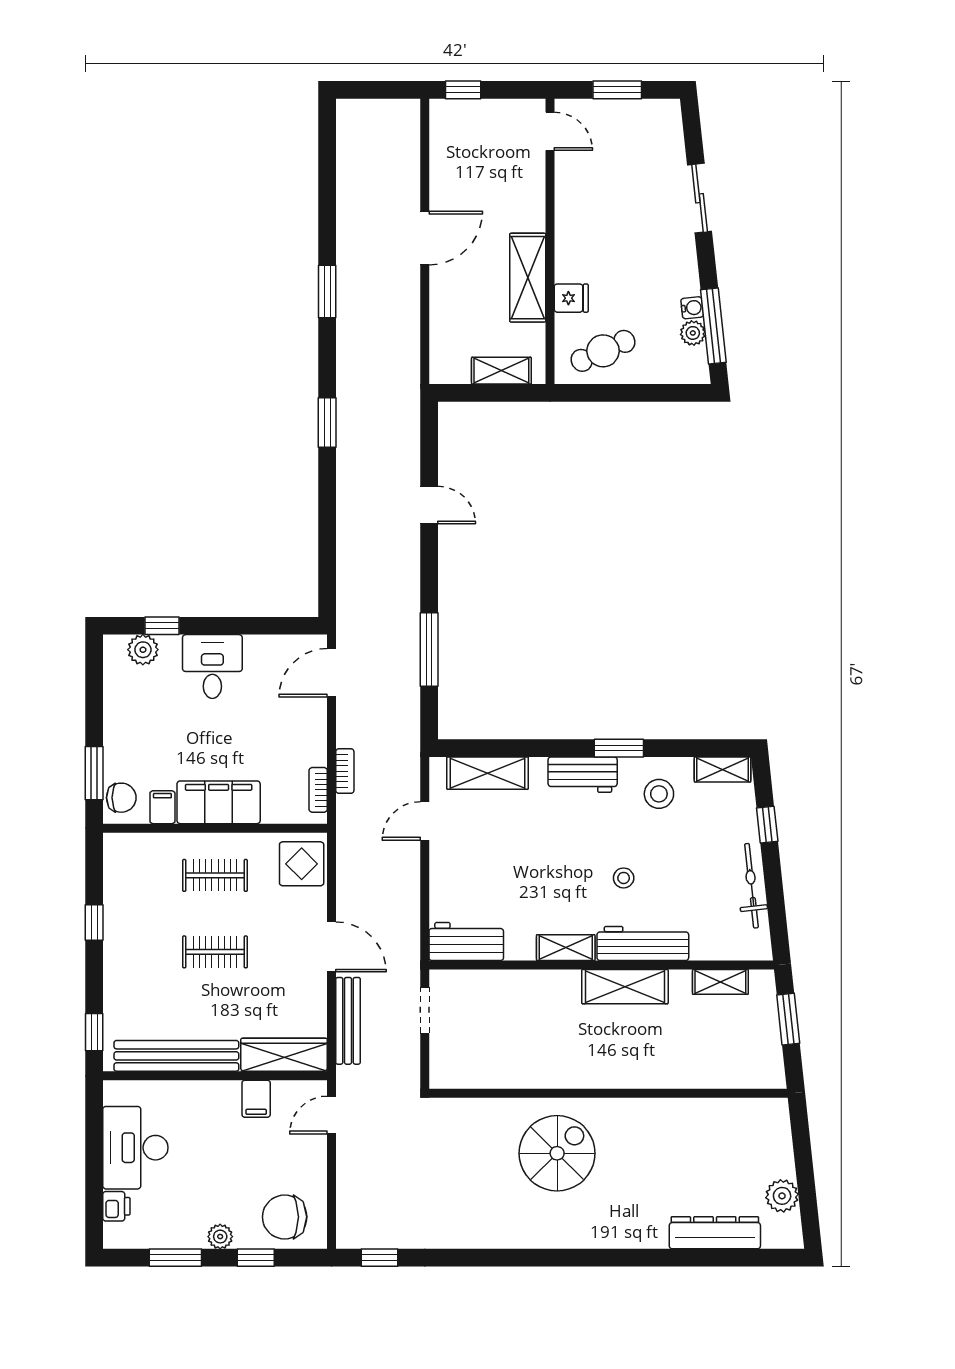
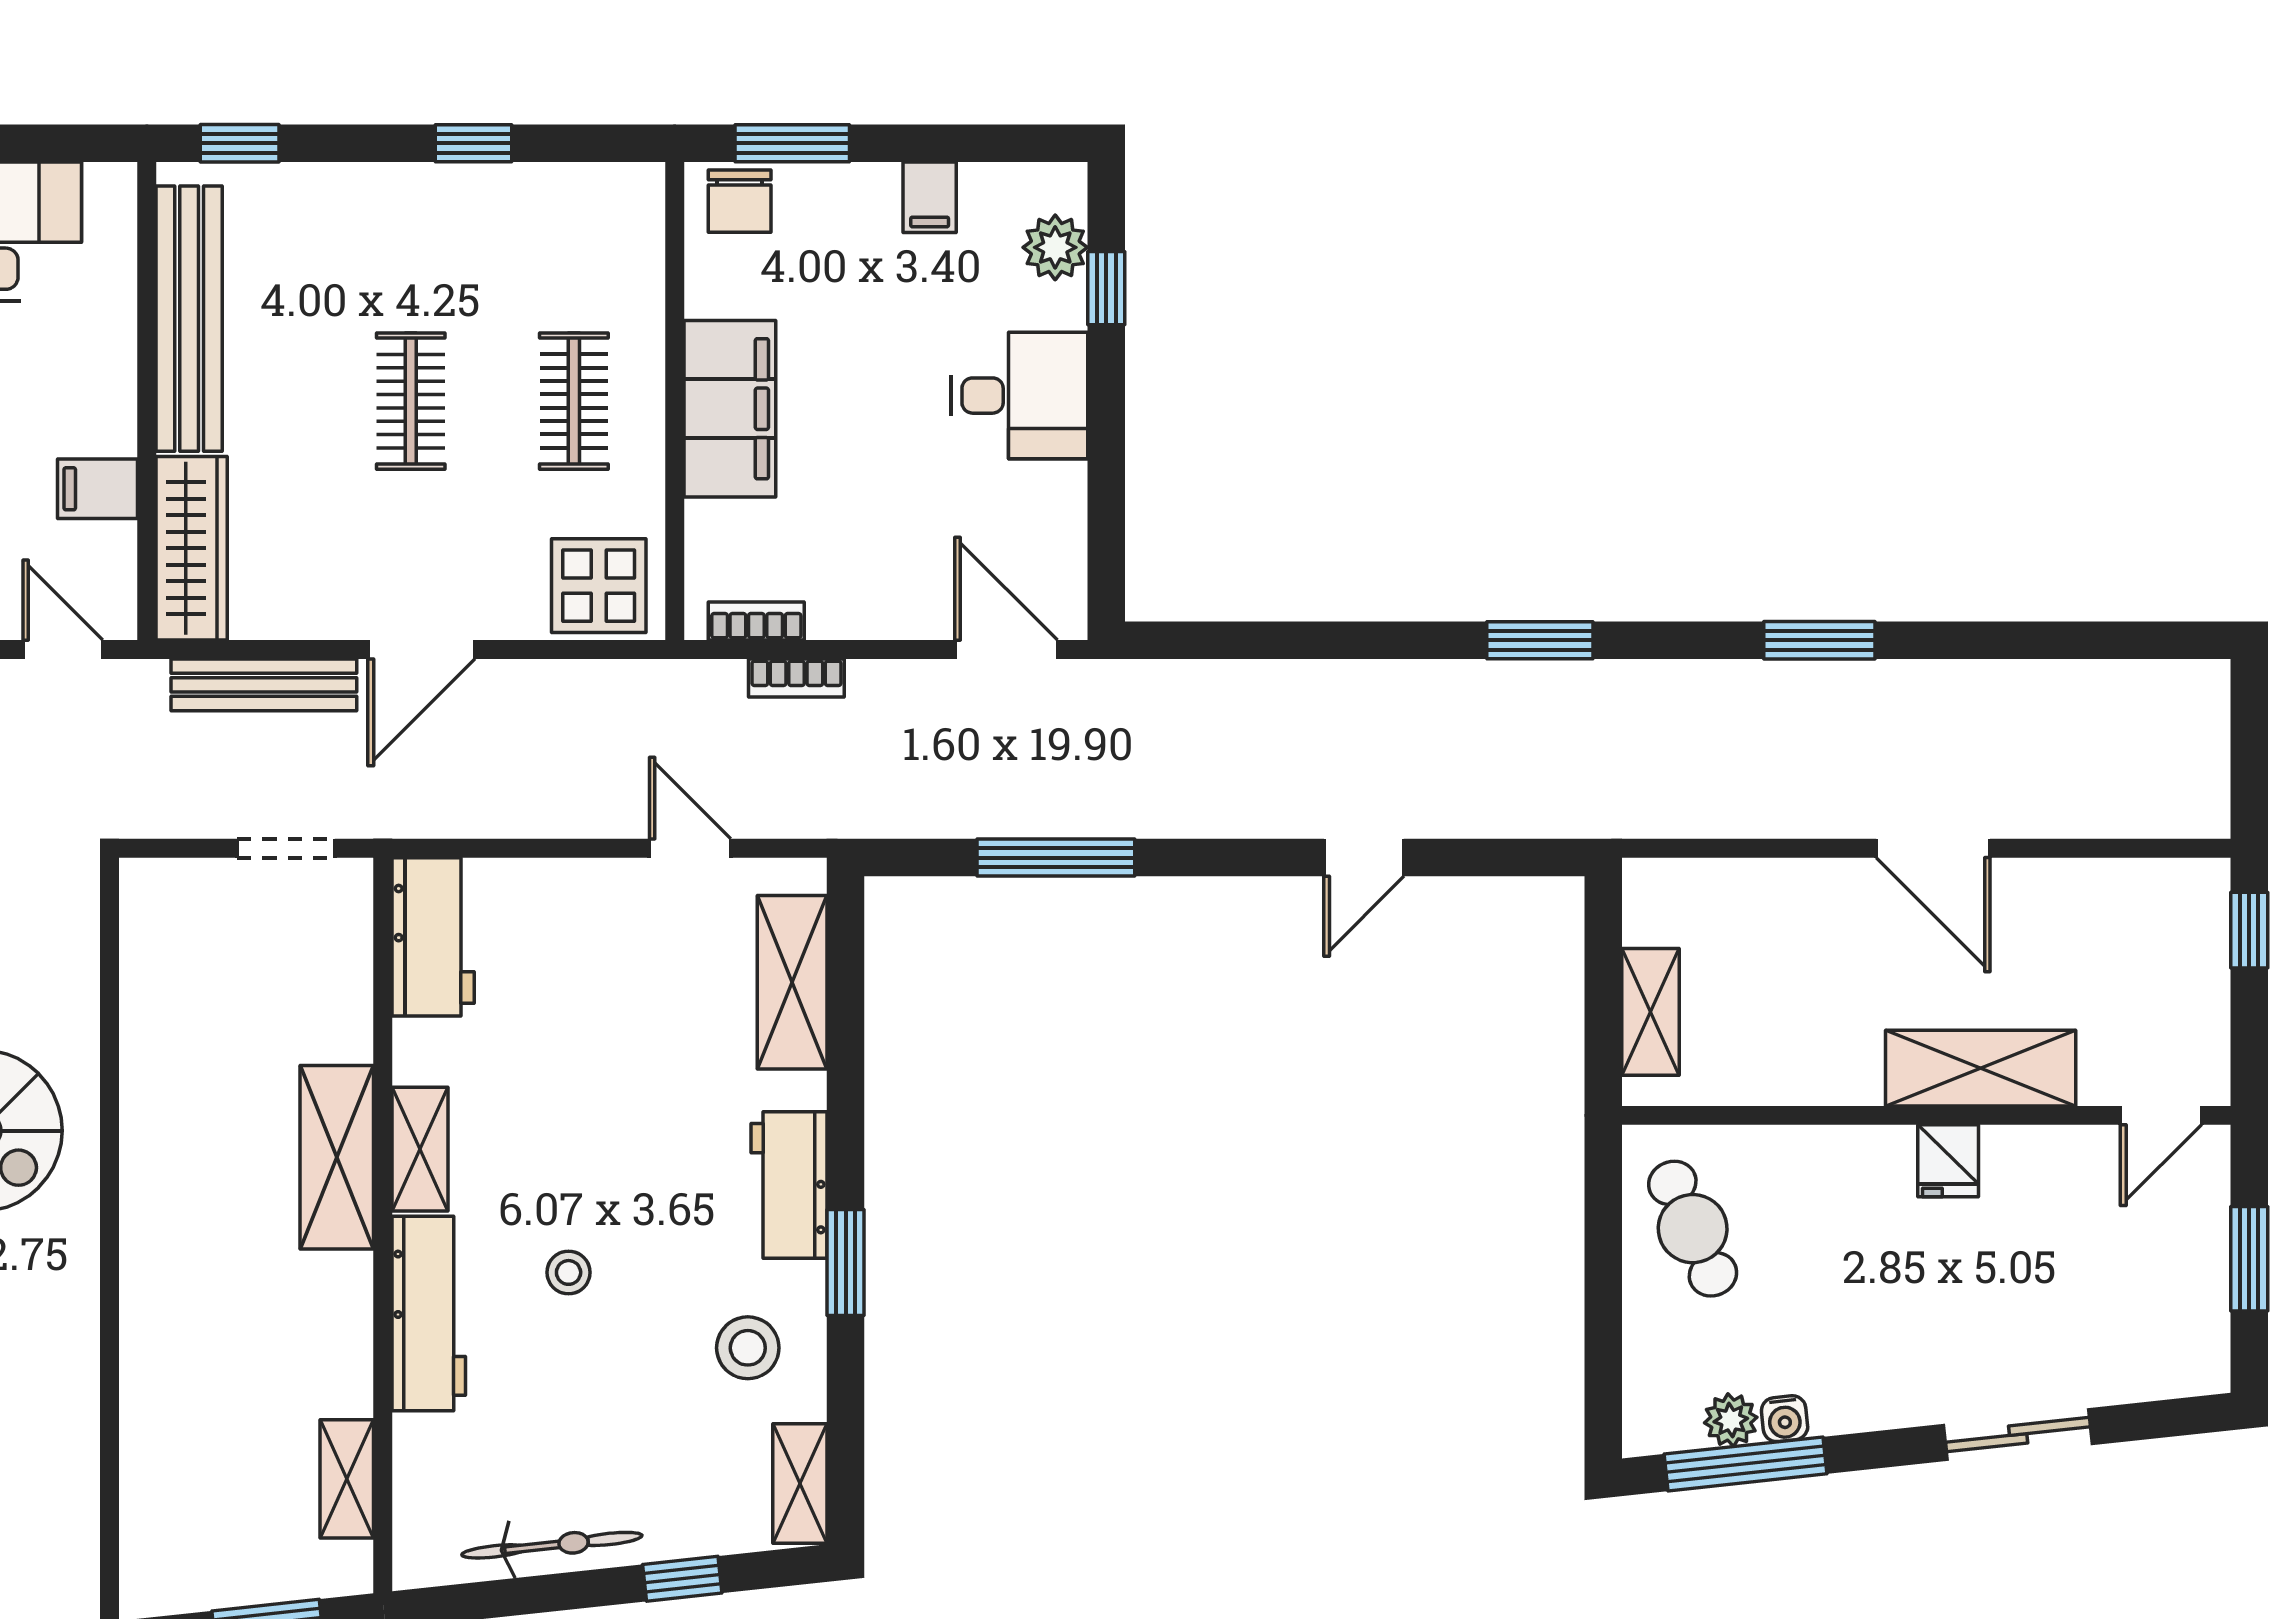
shelving: (528, 278) -> (1981, 1068), moved
fridge: (571, 298) -> (1948, 1161), moved
filing cabinet: (162, 807) -> (930, 197), moved, turned 90
shelving: (625, 987) -> (337, 1157), moved

